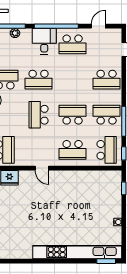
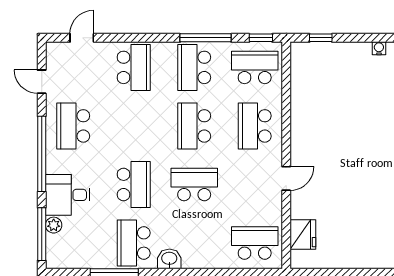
desk: (44, 41) -> (68, 195), moved
school desk: (73, 44) -> (73, 126), turned 180
school desk: (39, 115) -> (194, 184), turned 180
school desk: (73, 150) -> (255, 126), turned 180

